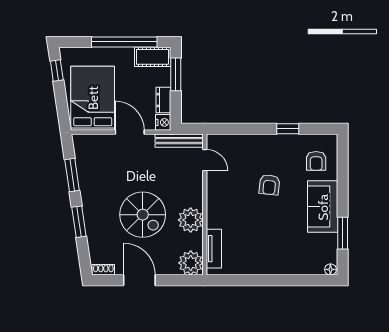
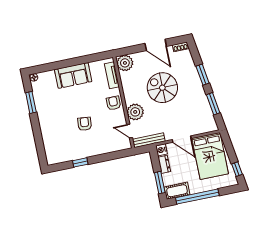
armchair: (316, 161) -> (113, 103), moved
sofa: (323, 207) -> (73, 75), moved, turned 90
plant: (191, 220) -> (135, 112), moved

